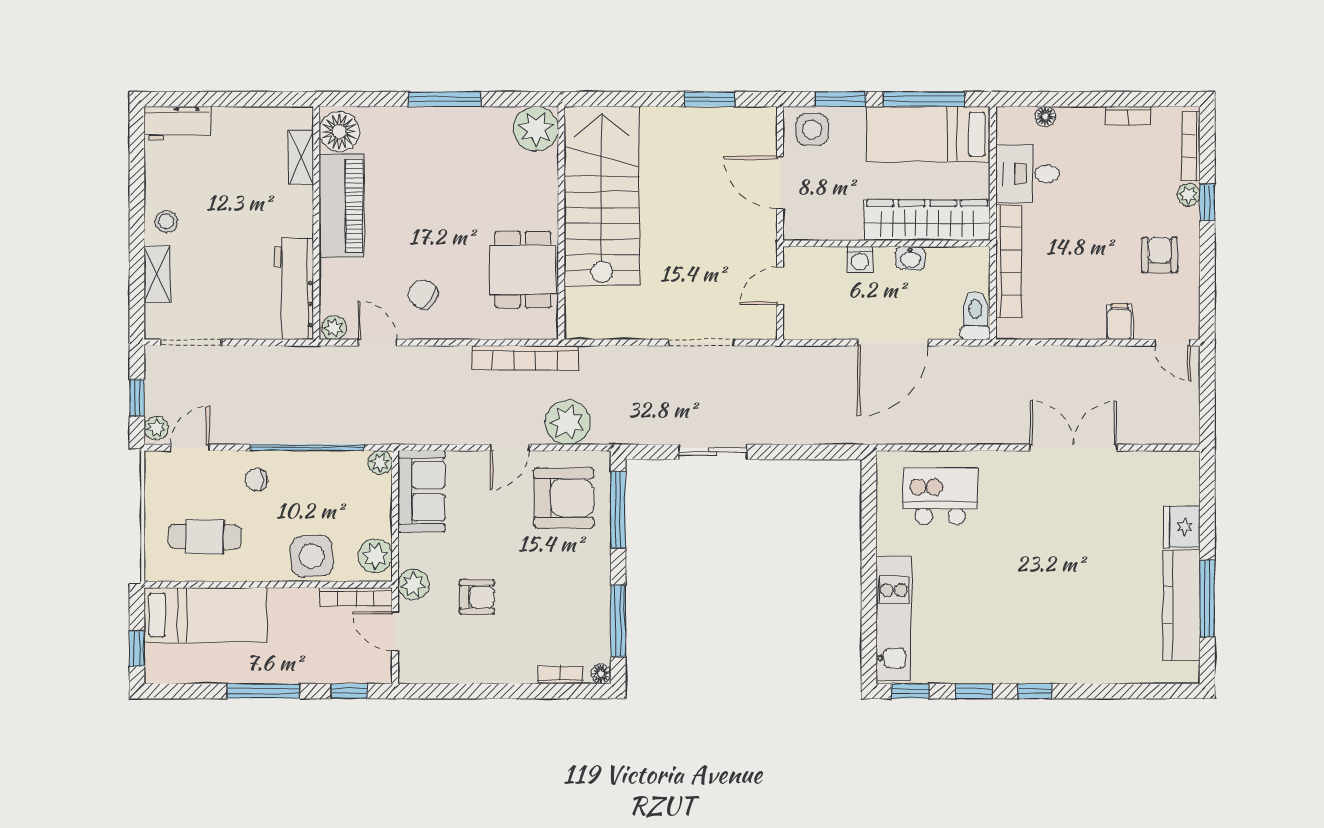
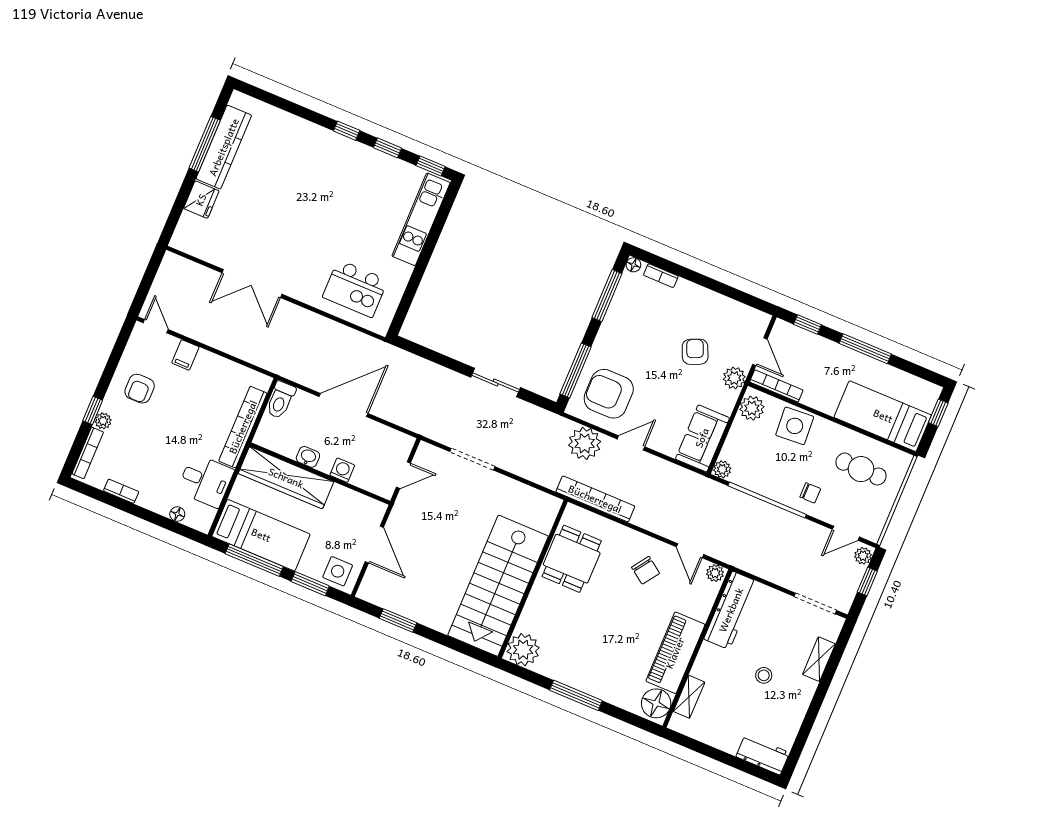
stool: (166, 222) -> (764, 675), moved
armchair: (477, 597) -> (695, 352), turned 66

